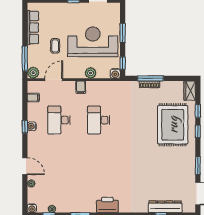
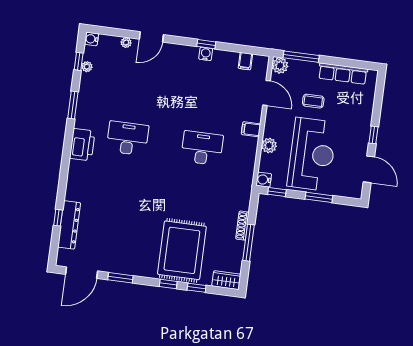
window: (150, 78) -> (249, 243), moved
desk: (59, 120) -> (128, 138), moved
rug: (173, 125) -> (182, 250), turned 90

